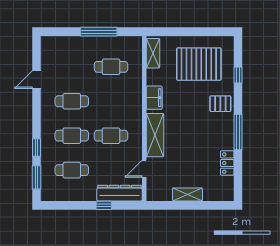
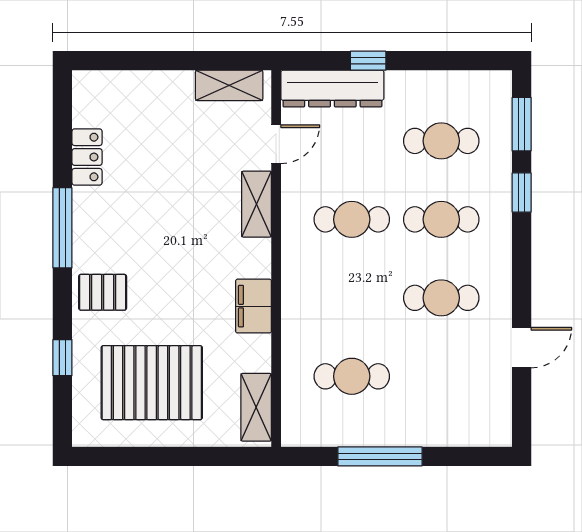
shelving: (155, 135) -> (257, 204), width x0.67, depth x0.75
shelving: (187, 195) -> (229, 85), moved

